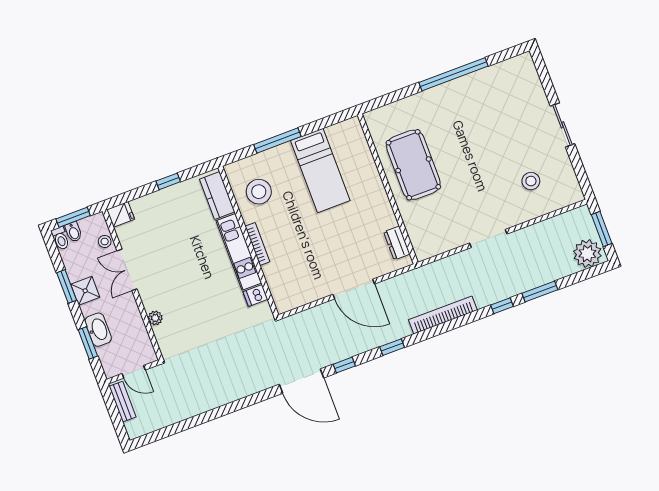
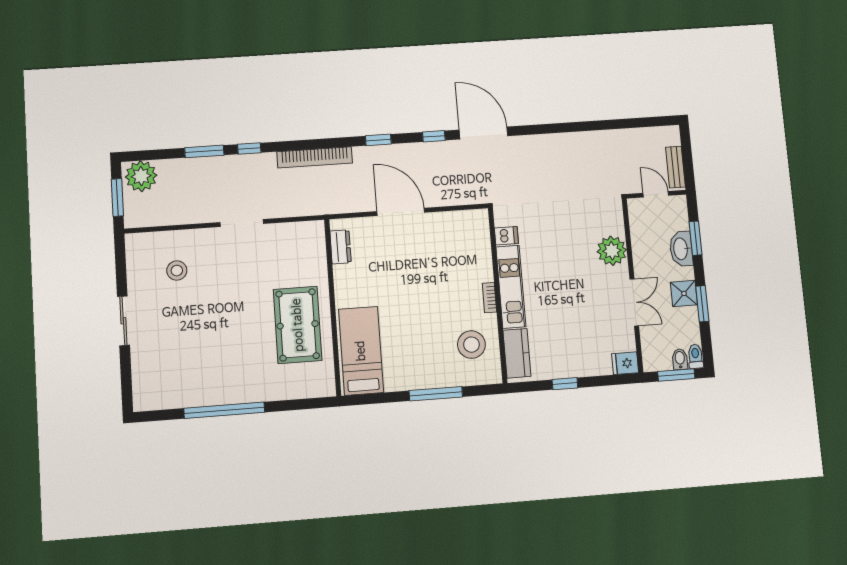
bed: (320, 170) -> (361, 351), moved
stool: (105, 241) -> (650, 339), removed
bookcase: (257, 244) -> (489, 298), width x0.64
plant: (155, 318) -> (612, 251), width x1.87, depth x1.87

